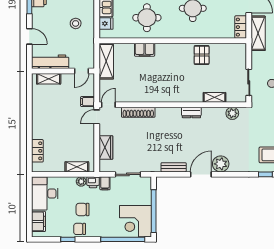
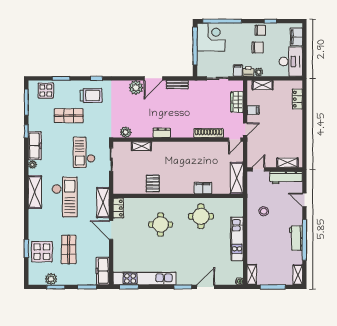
fridge: (106, 24) -> (237, 211), removed
filing cabinet: (88, 102) -> (253, 110), moved

